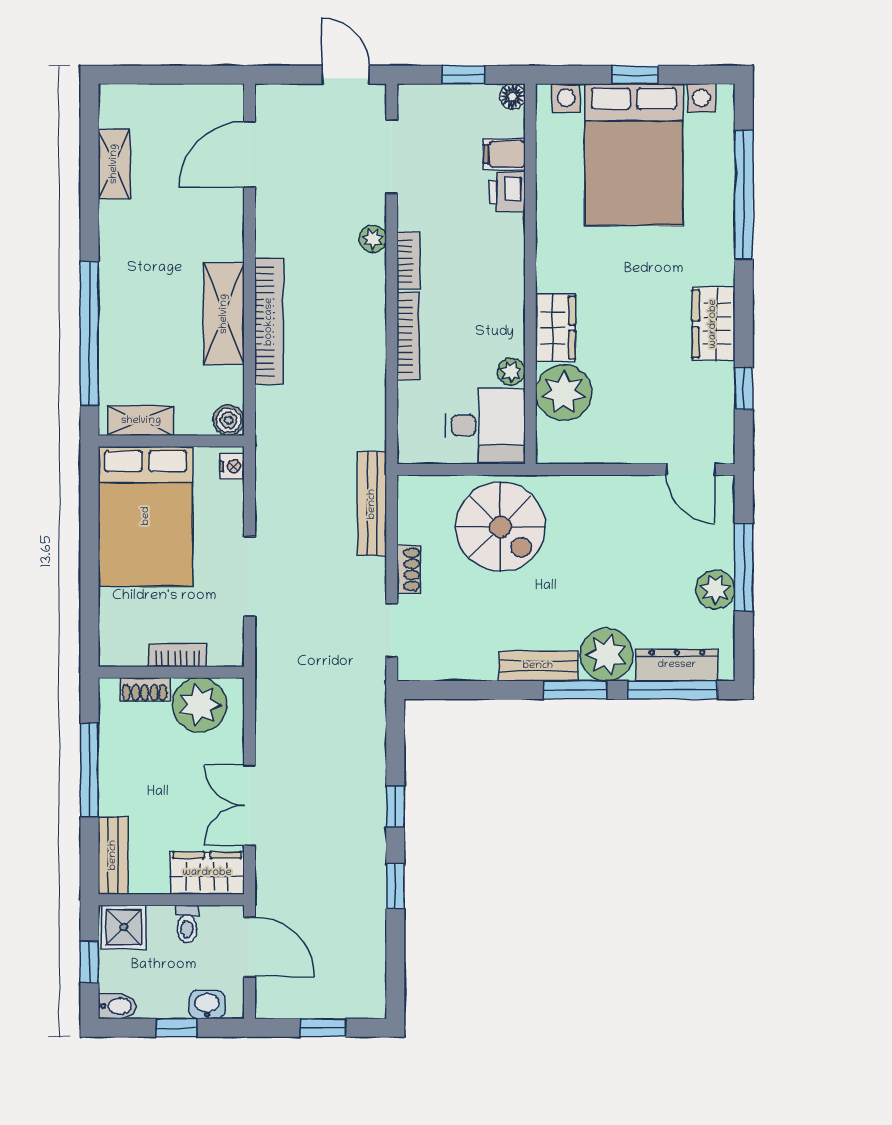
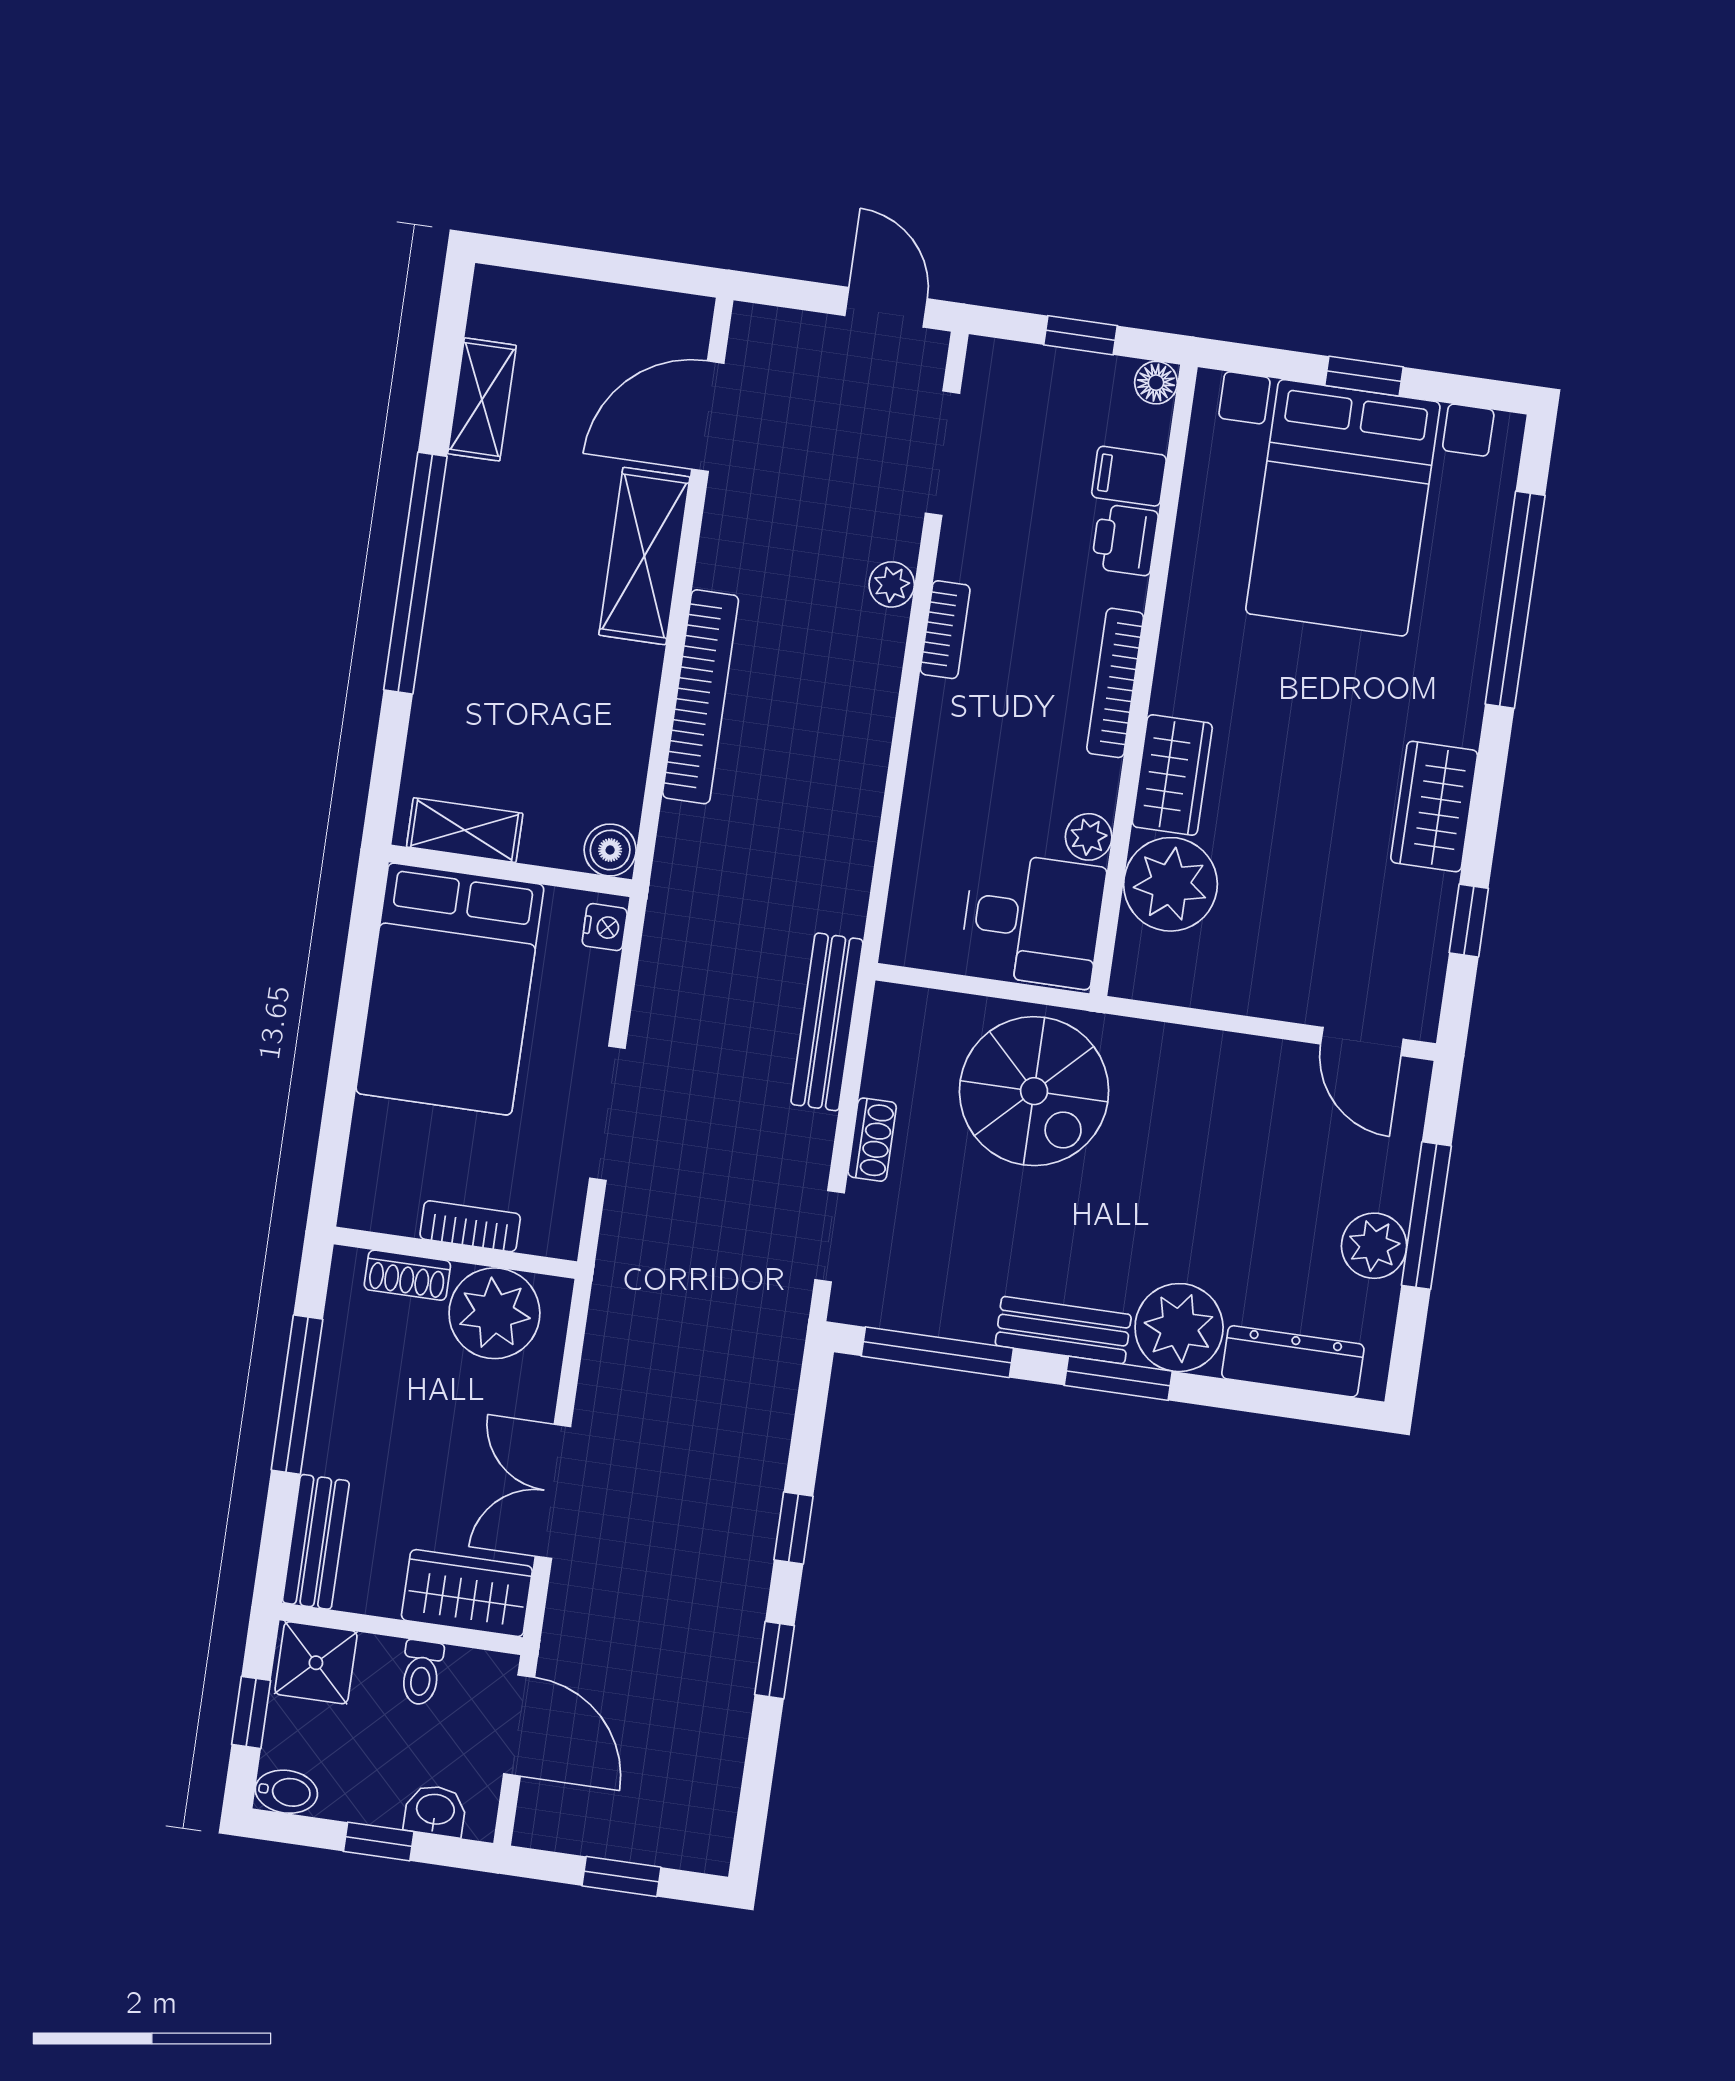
shelving: (224, 314) -> (644, 556), moved
window: (89, 334) -> (415, 573), moved
bookcase: (408, 336) -> (1115, 683), moved, turned 180
window: (673, 690) -> (937, 1352), moved

